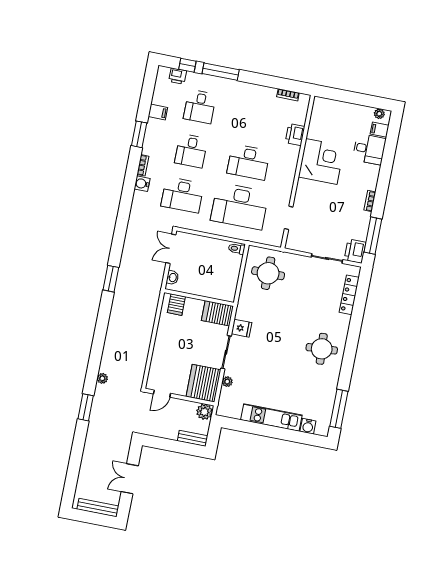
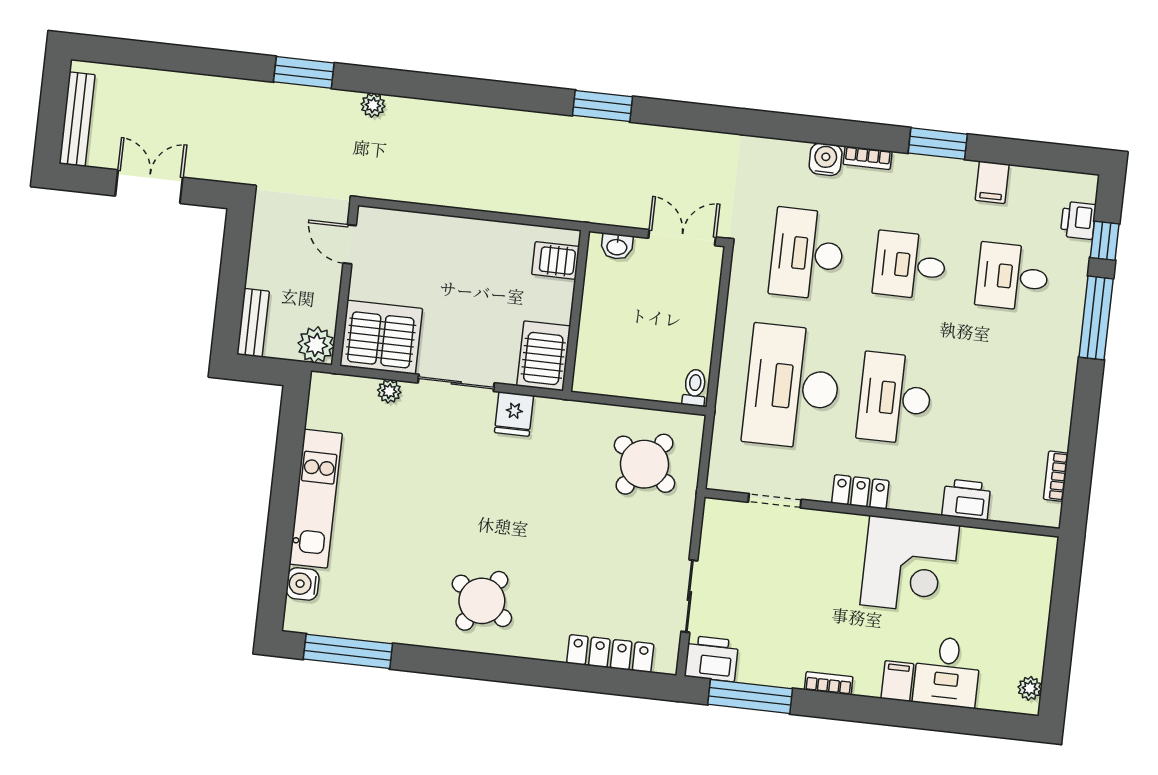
filing cabinet: (380, 130) -> (897, 681), moved
locker: (288, 180) -> (860, 492), added
round table: (268, 273) -> (644, 464), turned 36
round table: (322, 349) -> (482, 601), turned 37

